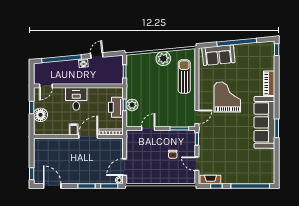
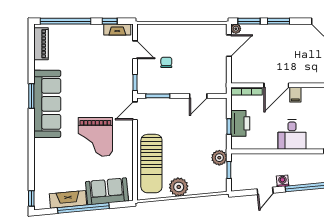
fireplace: (248, 49) -> (68, 199), added
sun lounger: (184, 76) -> (151, 164), width x1.36, depth x1.34
piano: (269, 83) -> (41, 44), moved
plant: (132, 105) -> (219, 158), moved

